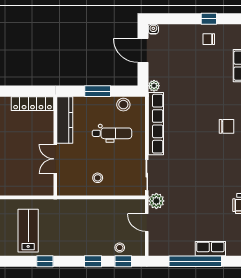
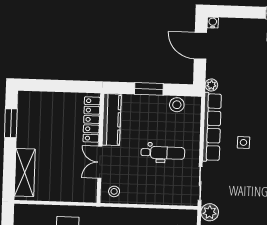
locker: (33, 104) -> (92, 120), moved, turned 90
dental chair: (112, 133) -> (163, 153), moved
side table: (185, 137) -> (243, 142), added
stool: (98, 178) -> (114, 191), moved

